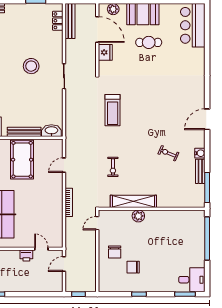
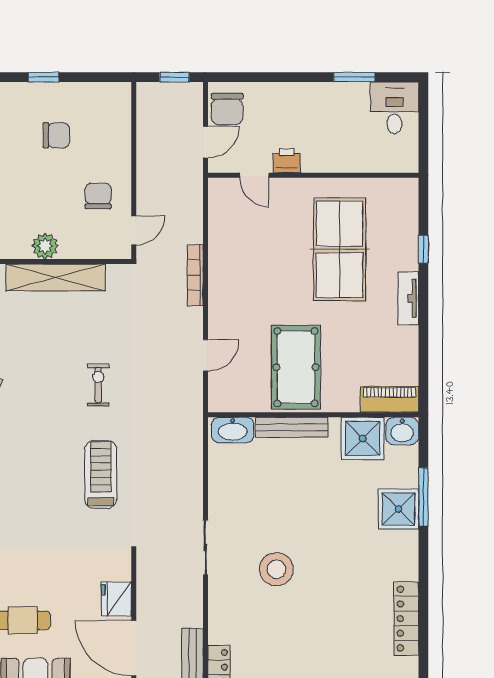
exercise bike: (113, 167) -> (98, 385), moved
chair: (115, 252) -> (98, 196), moved
chair: (54, 279) -> (227, 109), added

